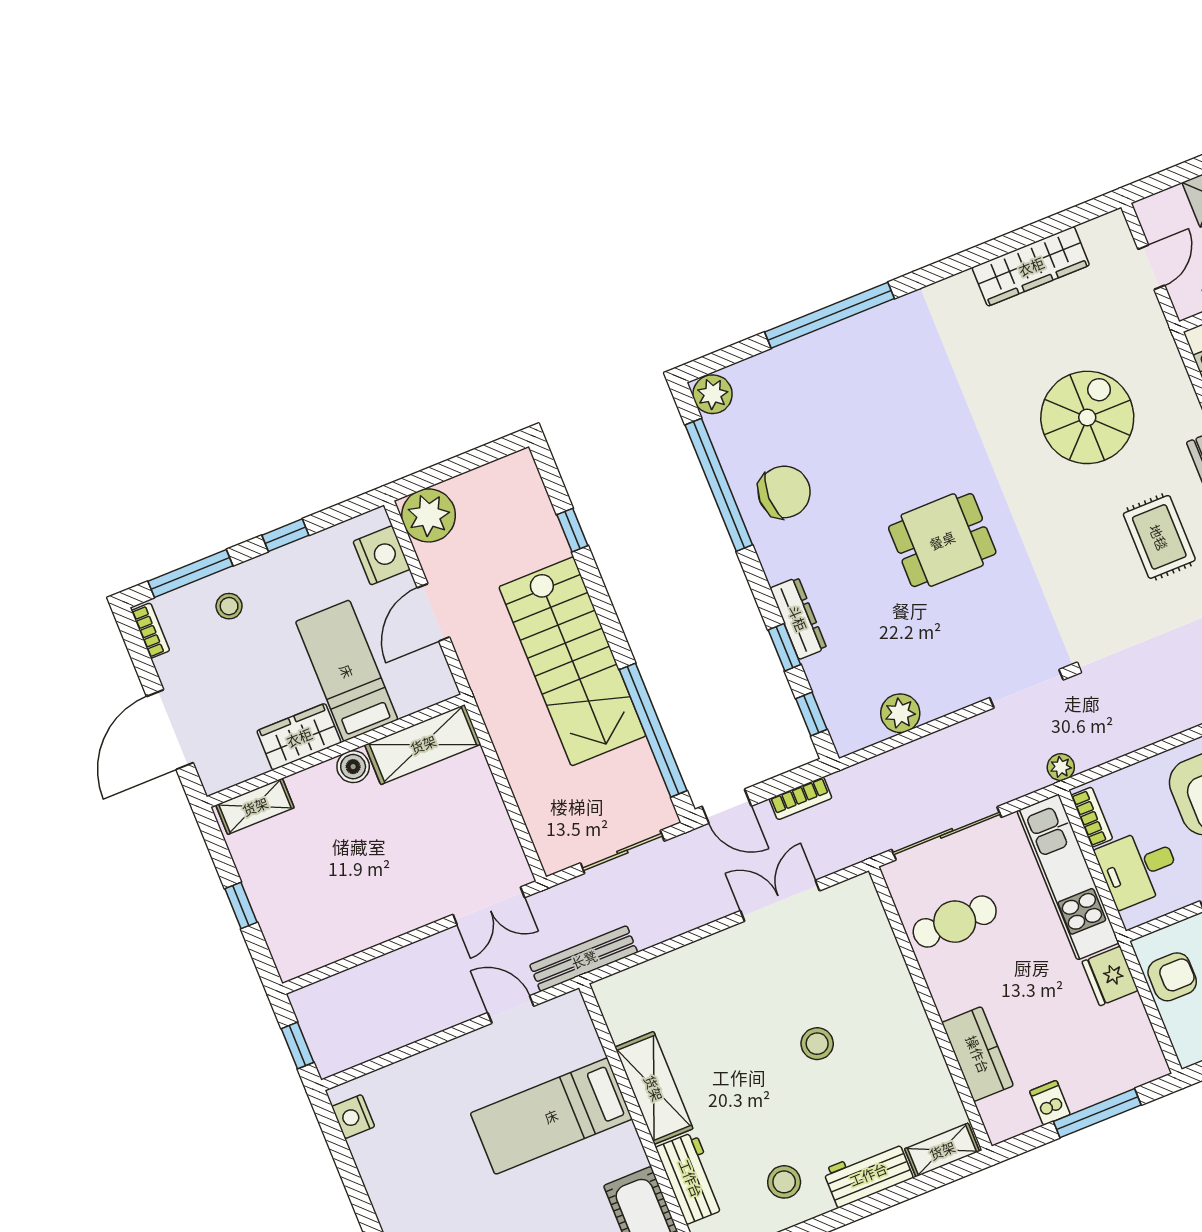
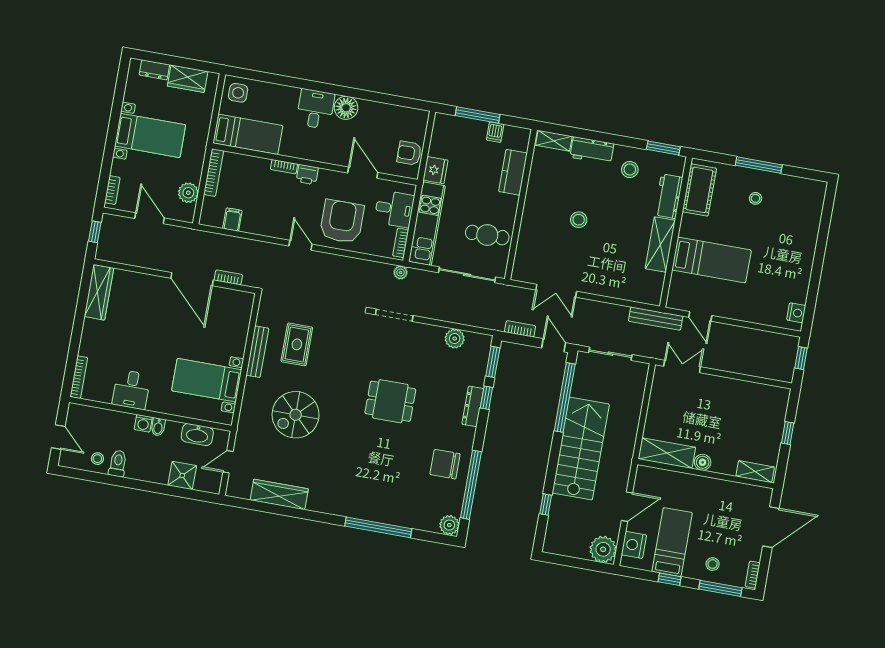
bed: (347, 671) -> (672, 542), moved, turned 180
window: (811, 714) -> (493, 362), width x1.50
wardrobe: (299, 737) -> (718, 490), removed

